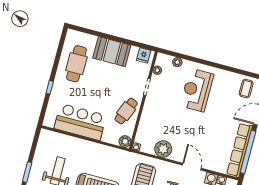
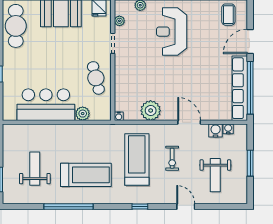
cafe table: (76, 64) -> (16, 26), moved
cafe table: (126, 111) -> (96, 78), turned -36
plant: (125, 141) -> (83, 114), moved

